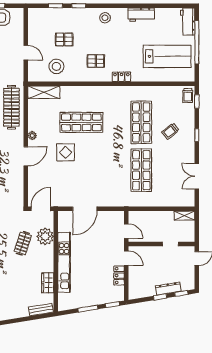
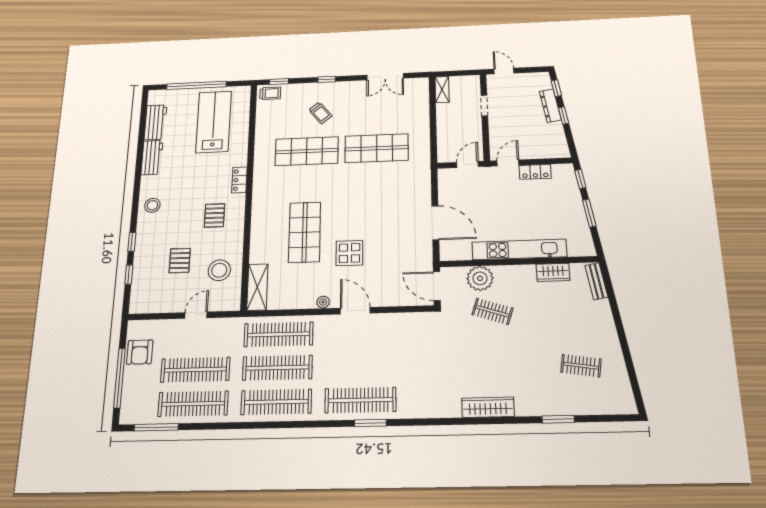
workbench: (188, 22) -> (155, 122), moved, turned -90

